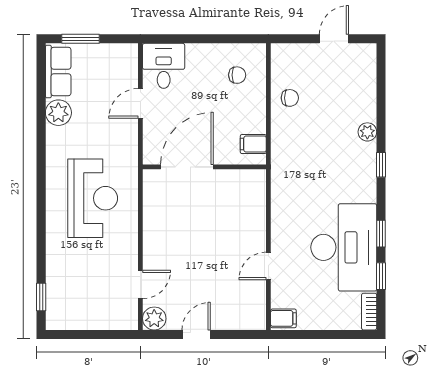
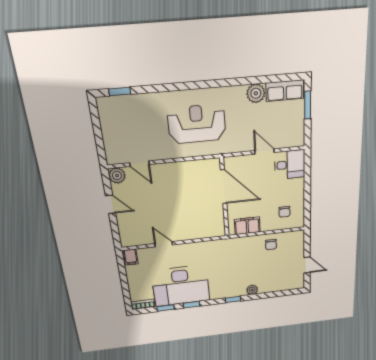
filing cabinet: (253, 144) -> (247, 226), width x2.00
reception desk: (93, 198) -> (197, 124), turned 180

